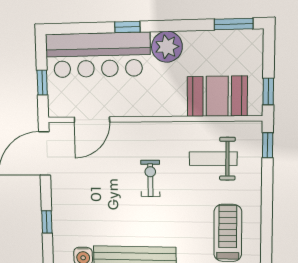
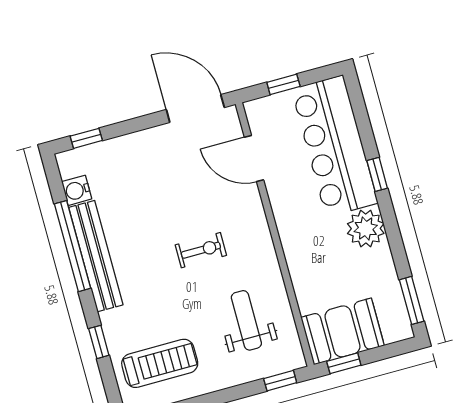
booth: (217, 96) -> (343, 331), moved, turned 90
window: (47, 222) -> (86, 138), moved

